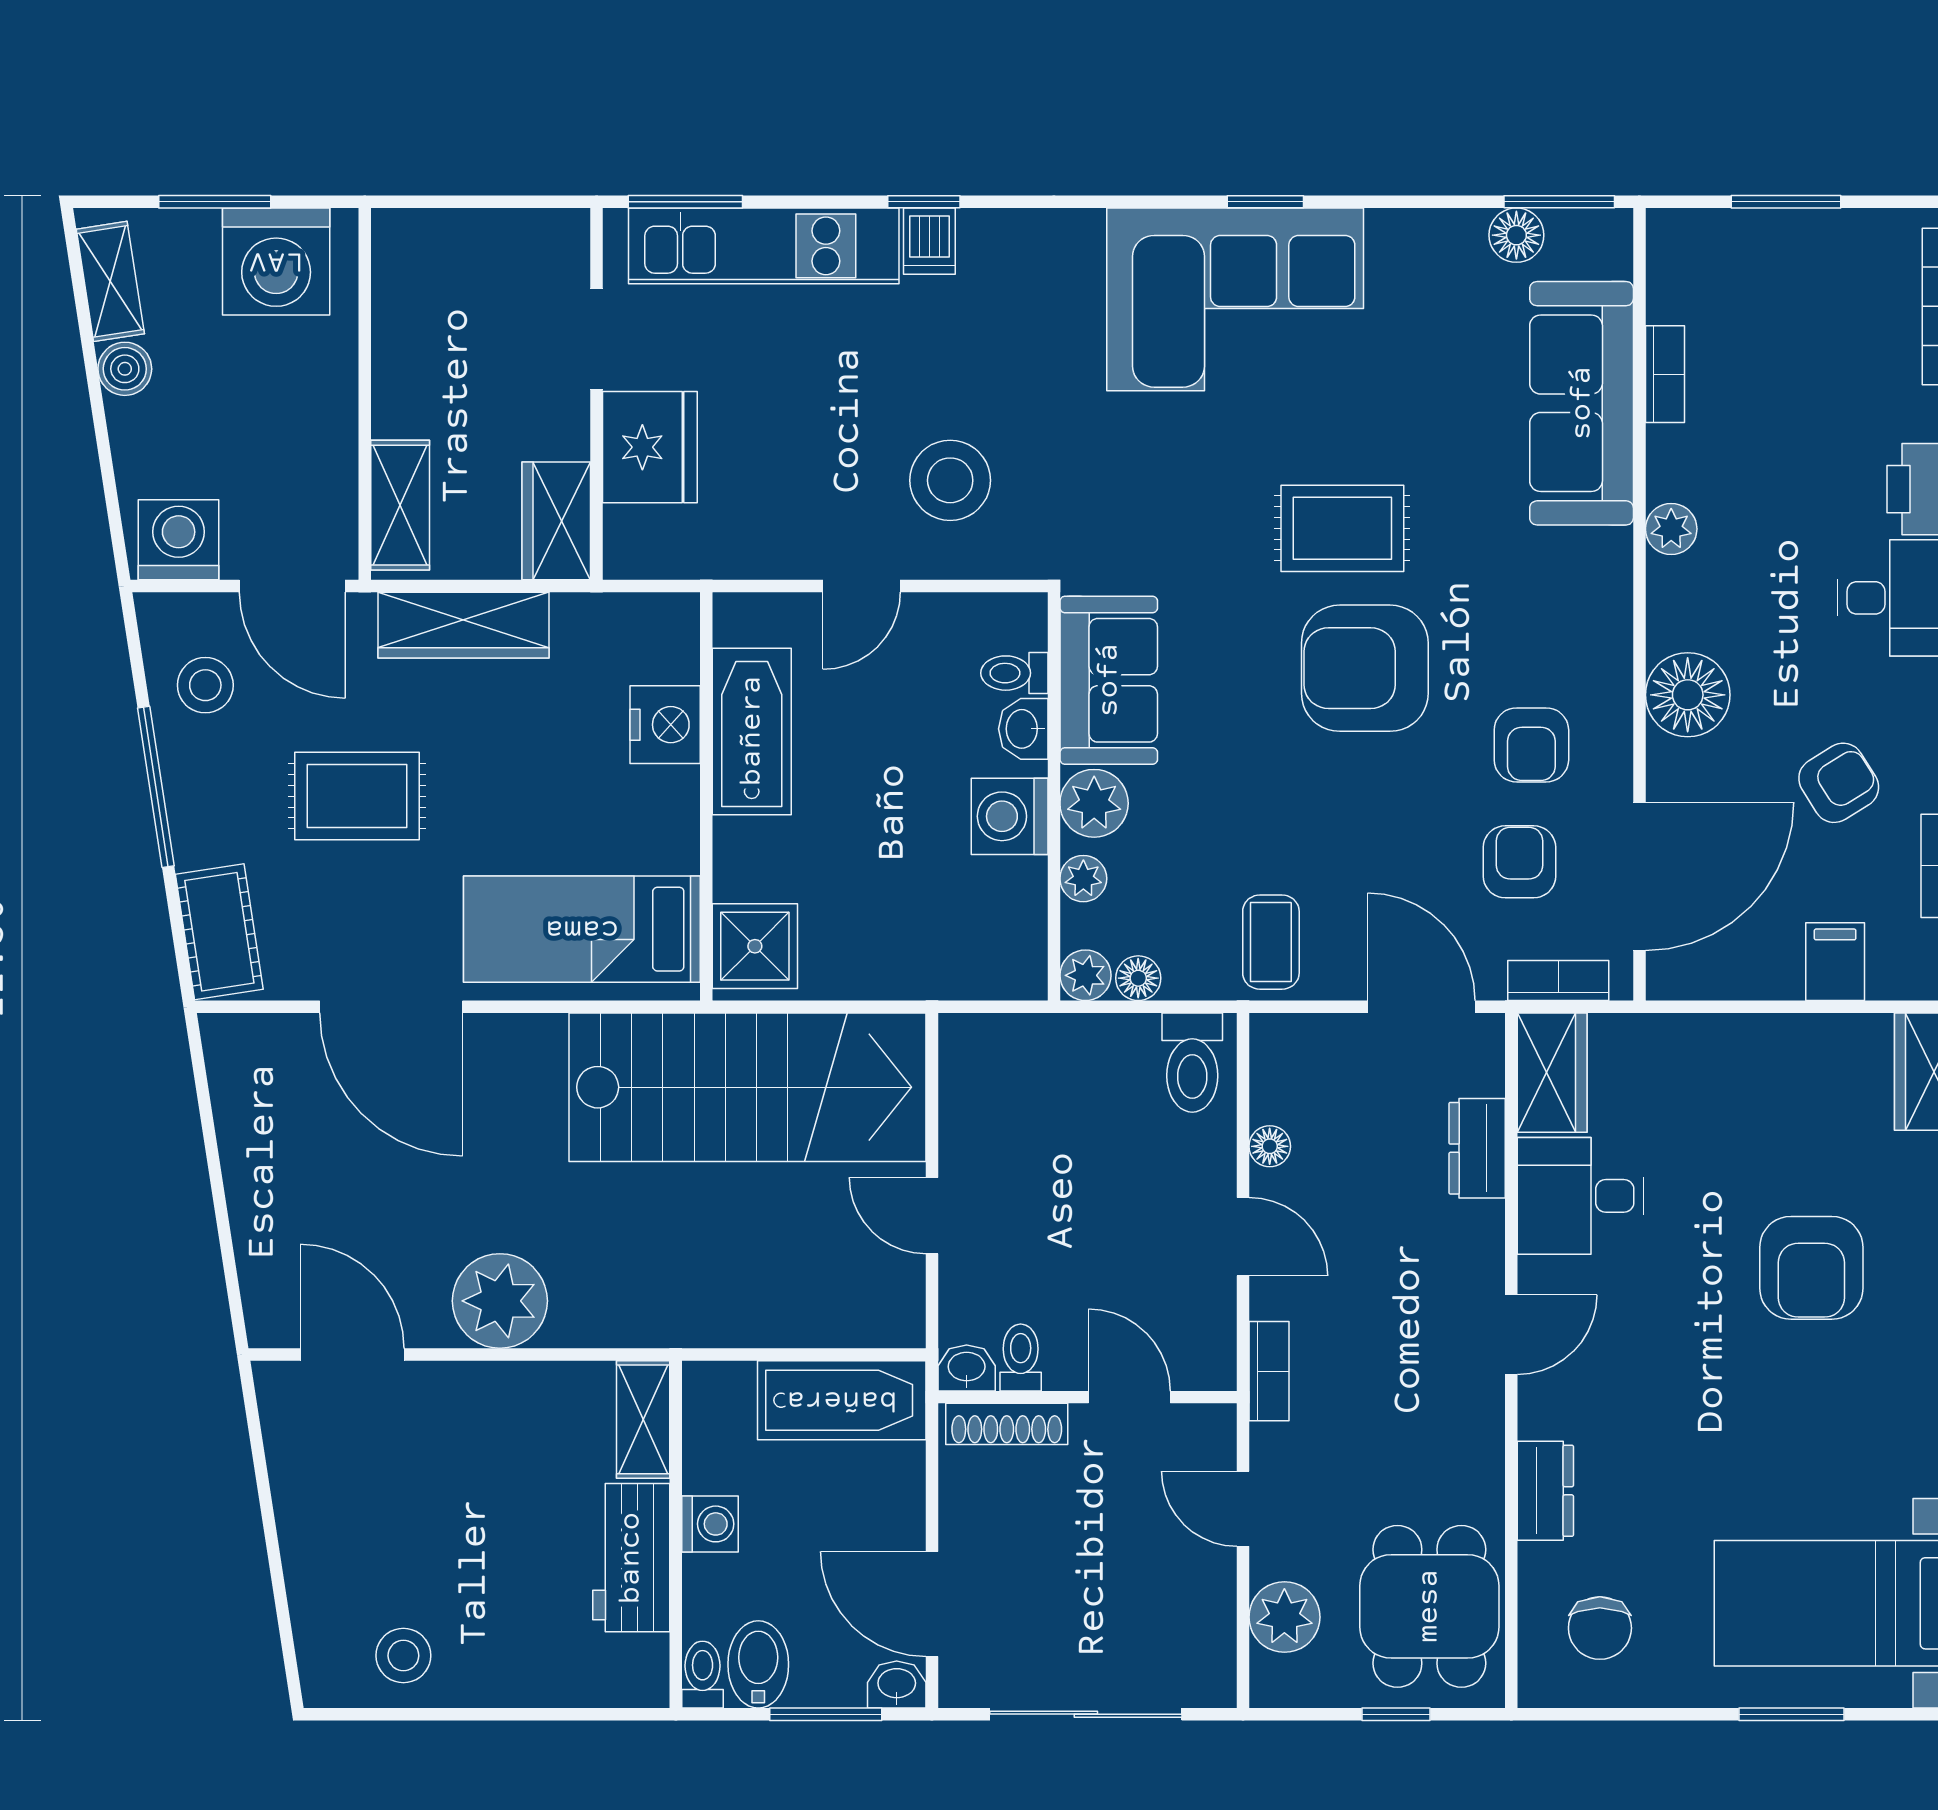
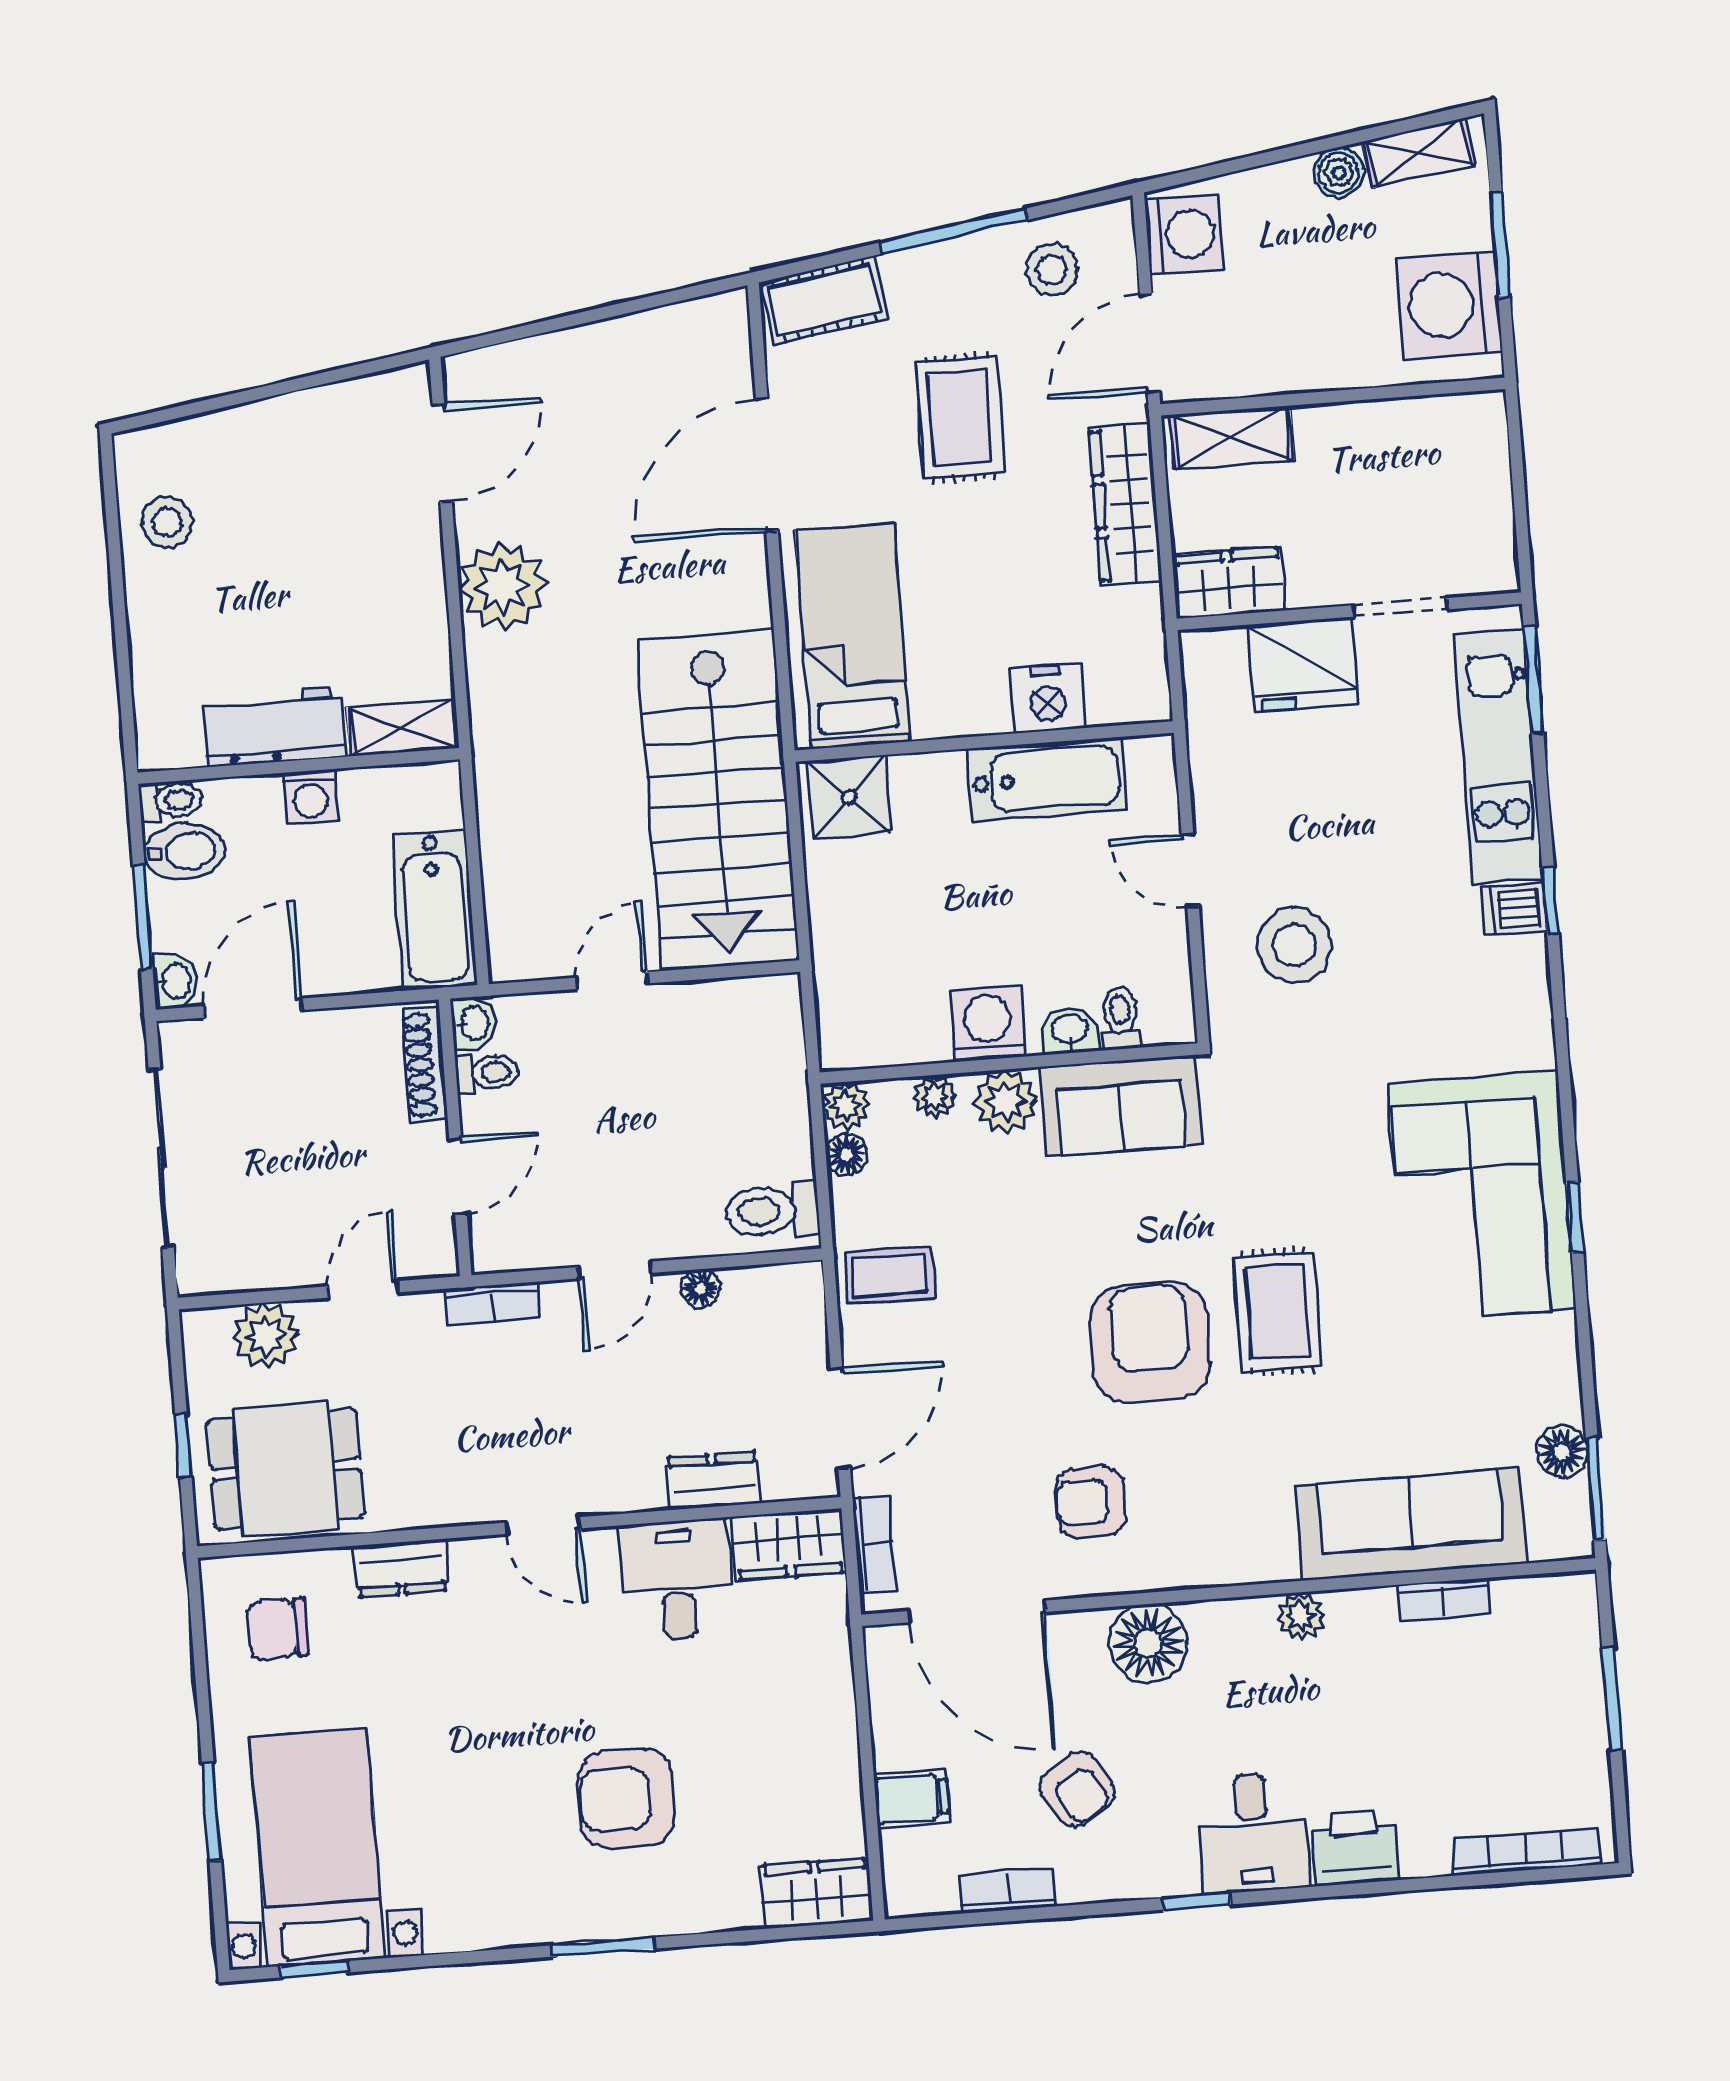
armchair: (1519, 862) -> (982, 1499), removed

